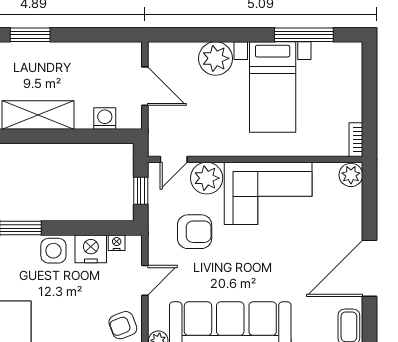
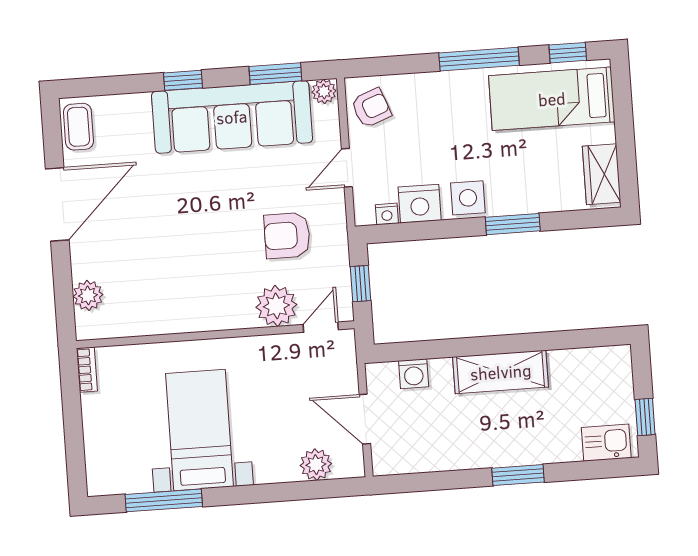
plant: (216, 58) -> (316, 465), moved, width x0.73, depth x0.73
plant: (351, 175) -> (88, 295), moved
corner sofa: (268, 193) -> (195, 292), removed

